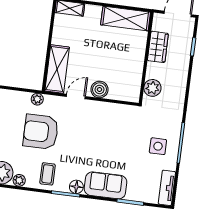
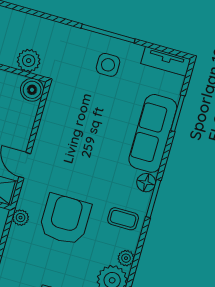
boiler: (99, 90) -> (32, 90), moved
armchair: (41, 132) -> (65, 219), turned 180
sofa: (106, 185) -> (153, 133), width x1.36

